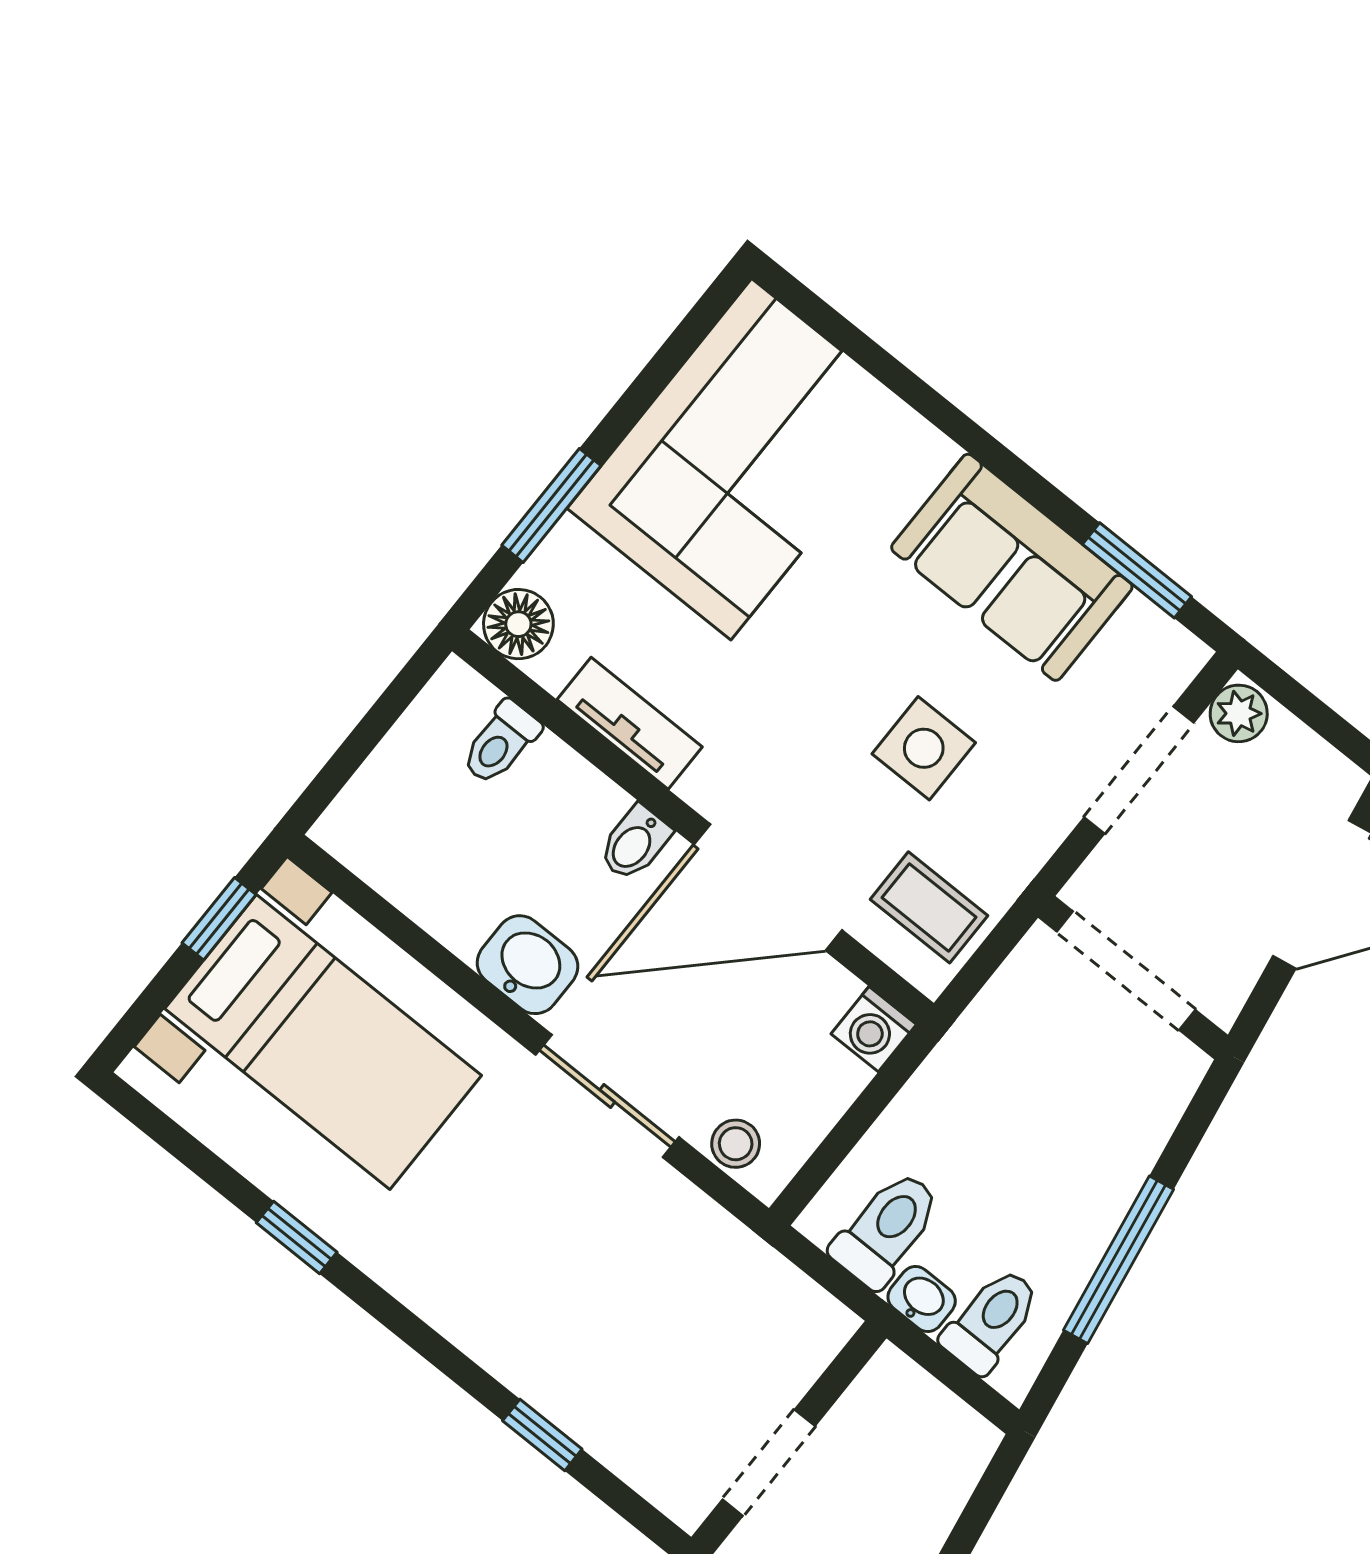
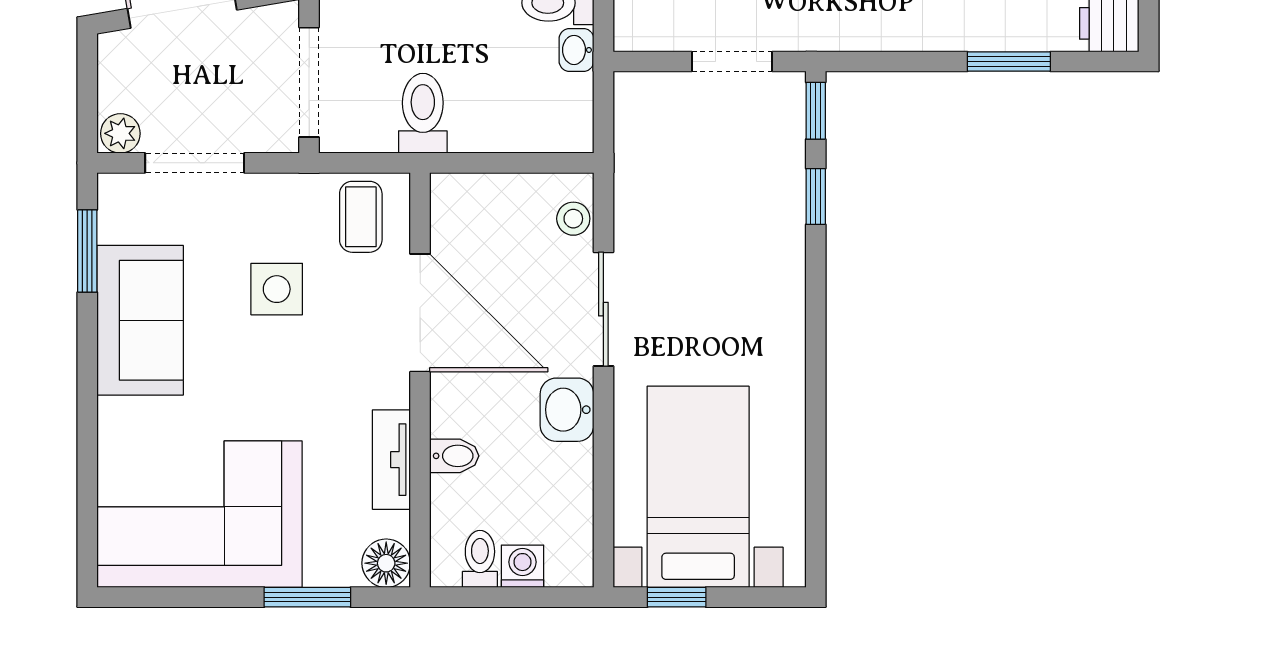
toilet: (501, 743) -> (480, 559), moved, turned -90
bidet: (635, 843) -> (454, 456), moved
washing machine: (874, 1029) -> (523, 566), moved, turned -90
toilet: (887, 1229) -> (423, 113), moved, turned 90
window: (297, 1237) -> (816, 111), moved

